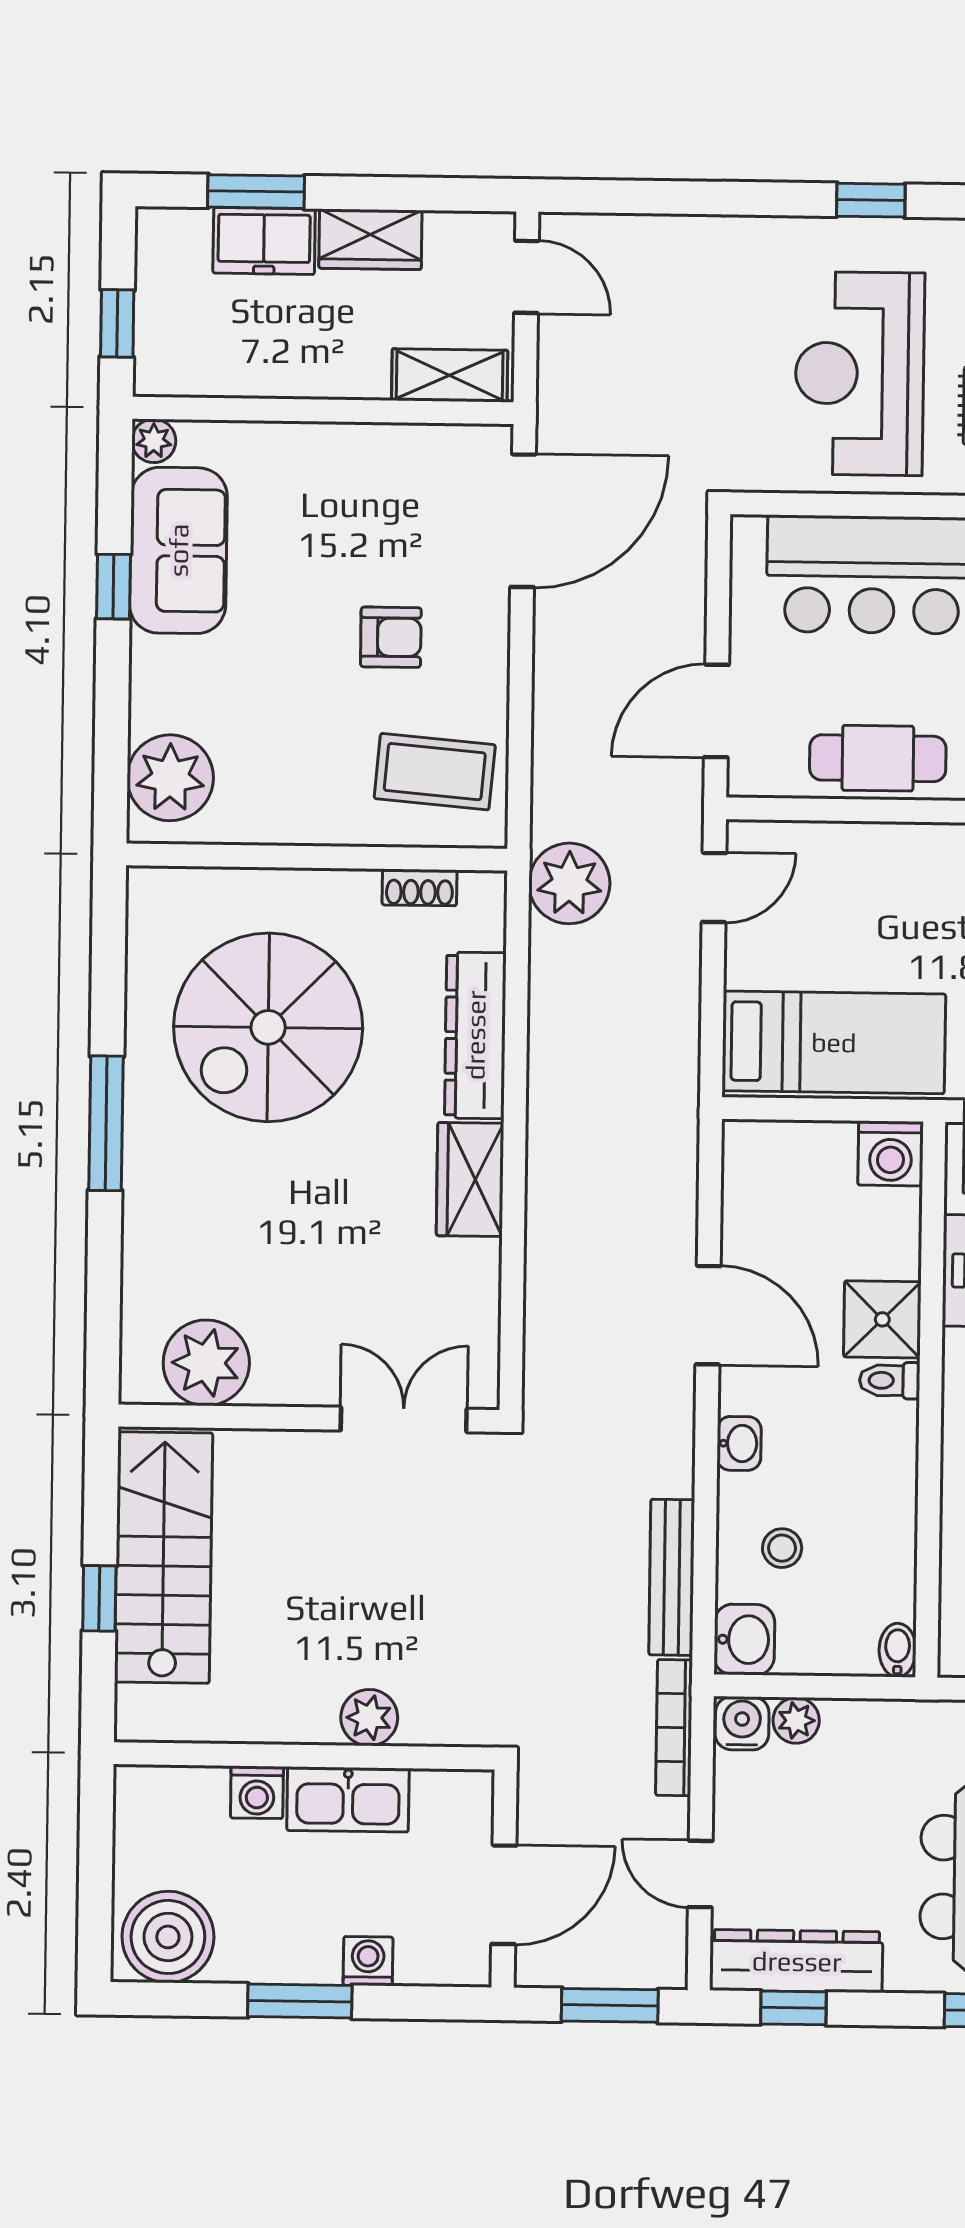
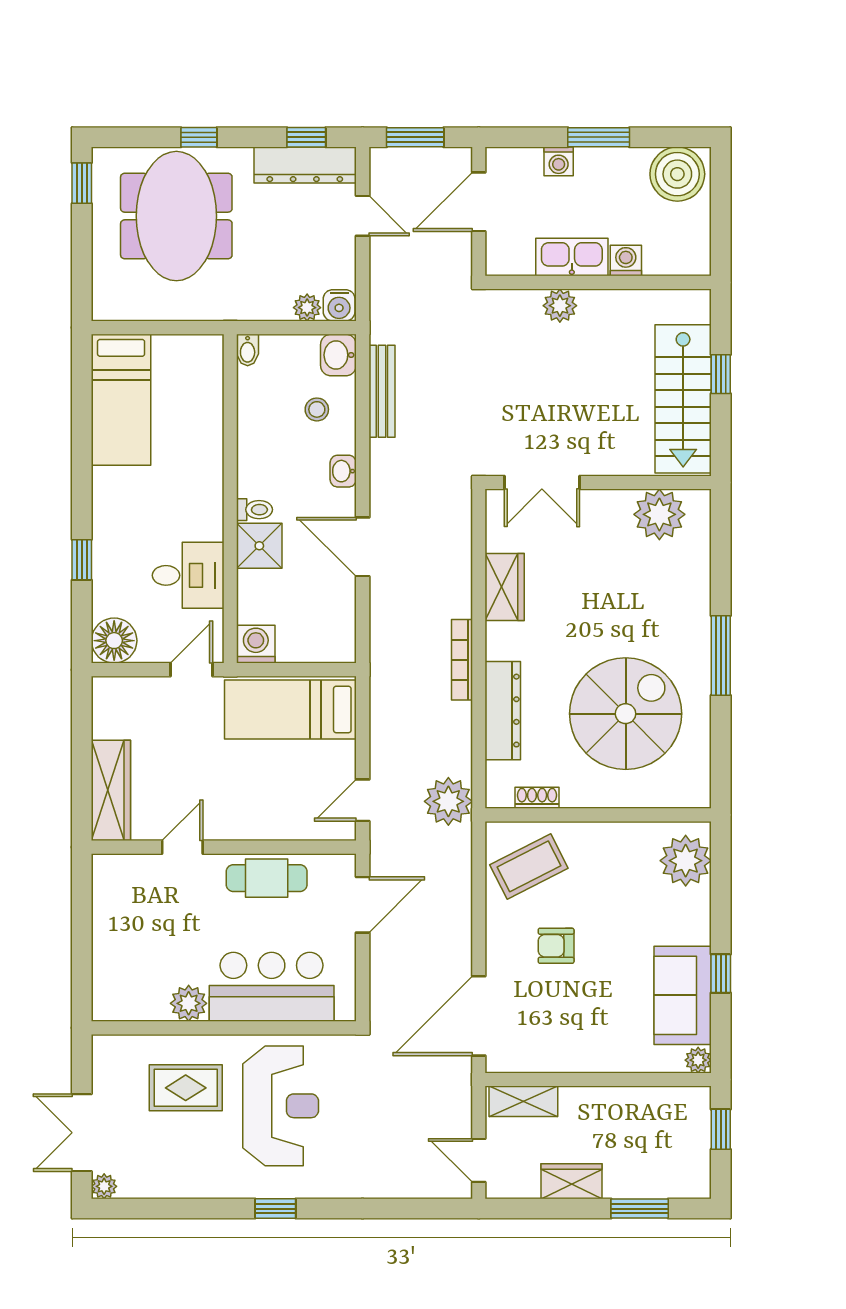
freezer: (264, 241) -> (634, 1179), removed
coffee table: (435, 772) -> (529, 866), turned -32
wardrobe: (470, 1180) -> (505, 587), moved
bookcase: (674, 1728) -> (462, 660), moved, turned 180

